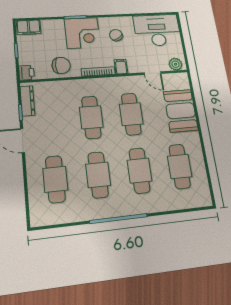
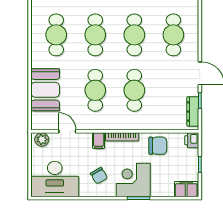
chair: (61, 65) -> (158, 146), turned 180

